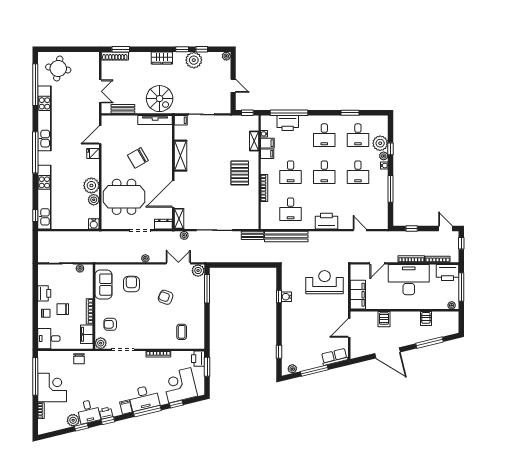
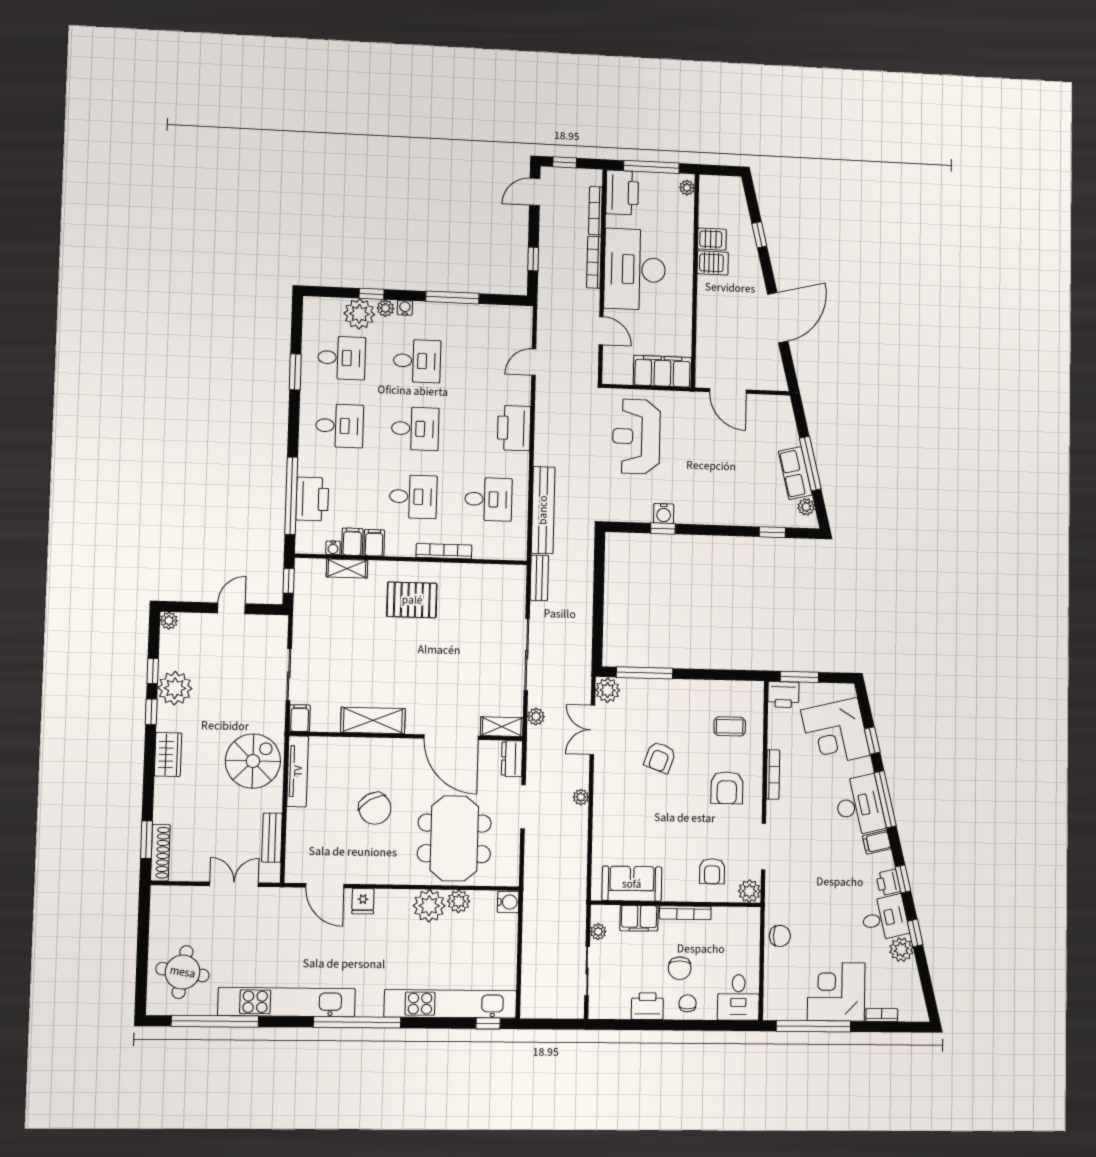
armchair: (131, 284) -> (727, 788), moved, turned -90
server rack: (384, 319) -> (713, 263), moved
filing cabinet: (87, 334) -> (639, 918), moved
window: (429, 343) -> (759, 235), width x0.46
row of seats: (334, 357) -> (795, 473), moved

